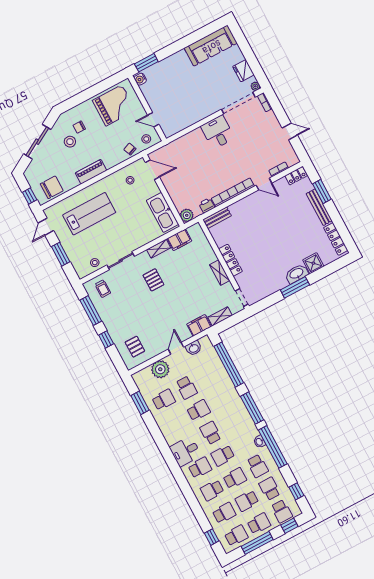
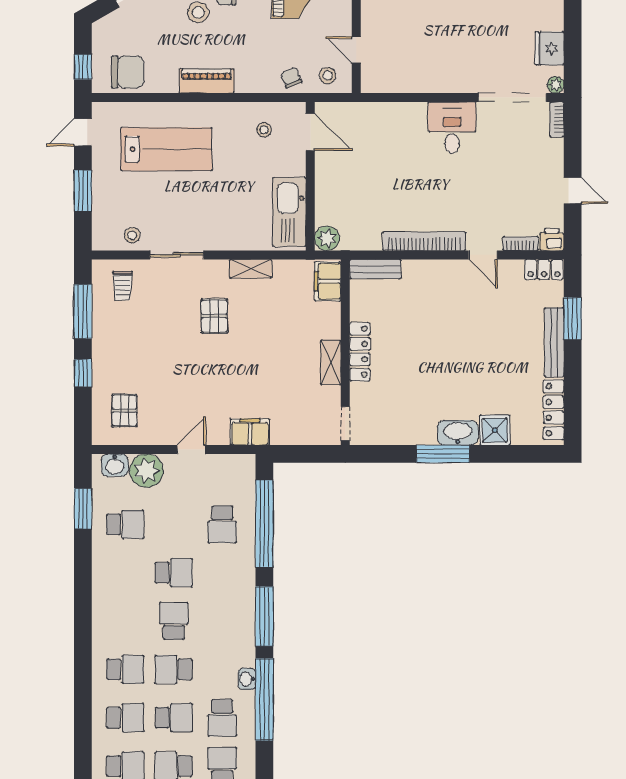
printer: (207, 205) -> (552, 240), moved
filing cabinet: (179, 240) -> (328, 281), moved, turned 90
shelving: (220, 316) -> (293, 436), removed
washbasin: (194, 348) -> (115, 465), moved
school desk: (186, 388) -> (222, 524), moved
desk: (185, 451) -> (115, 629), removed
school desk: (212, 490) -> (125, 718), turned 180

